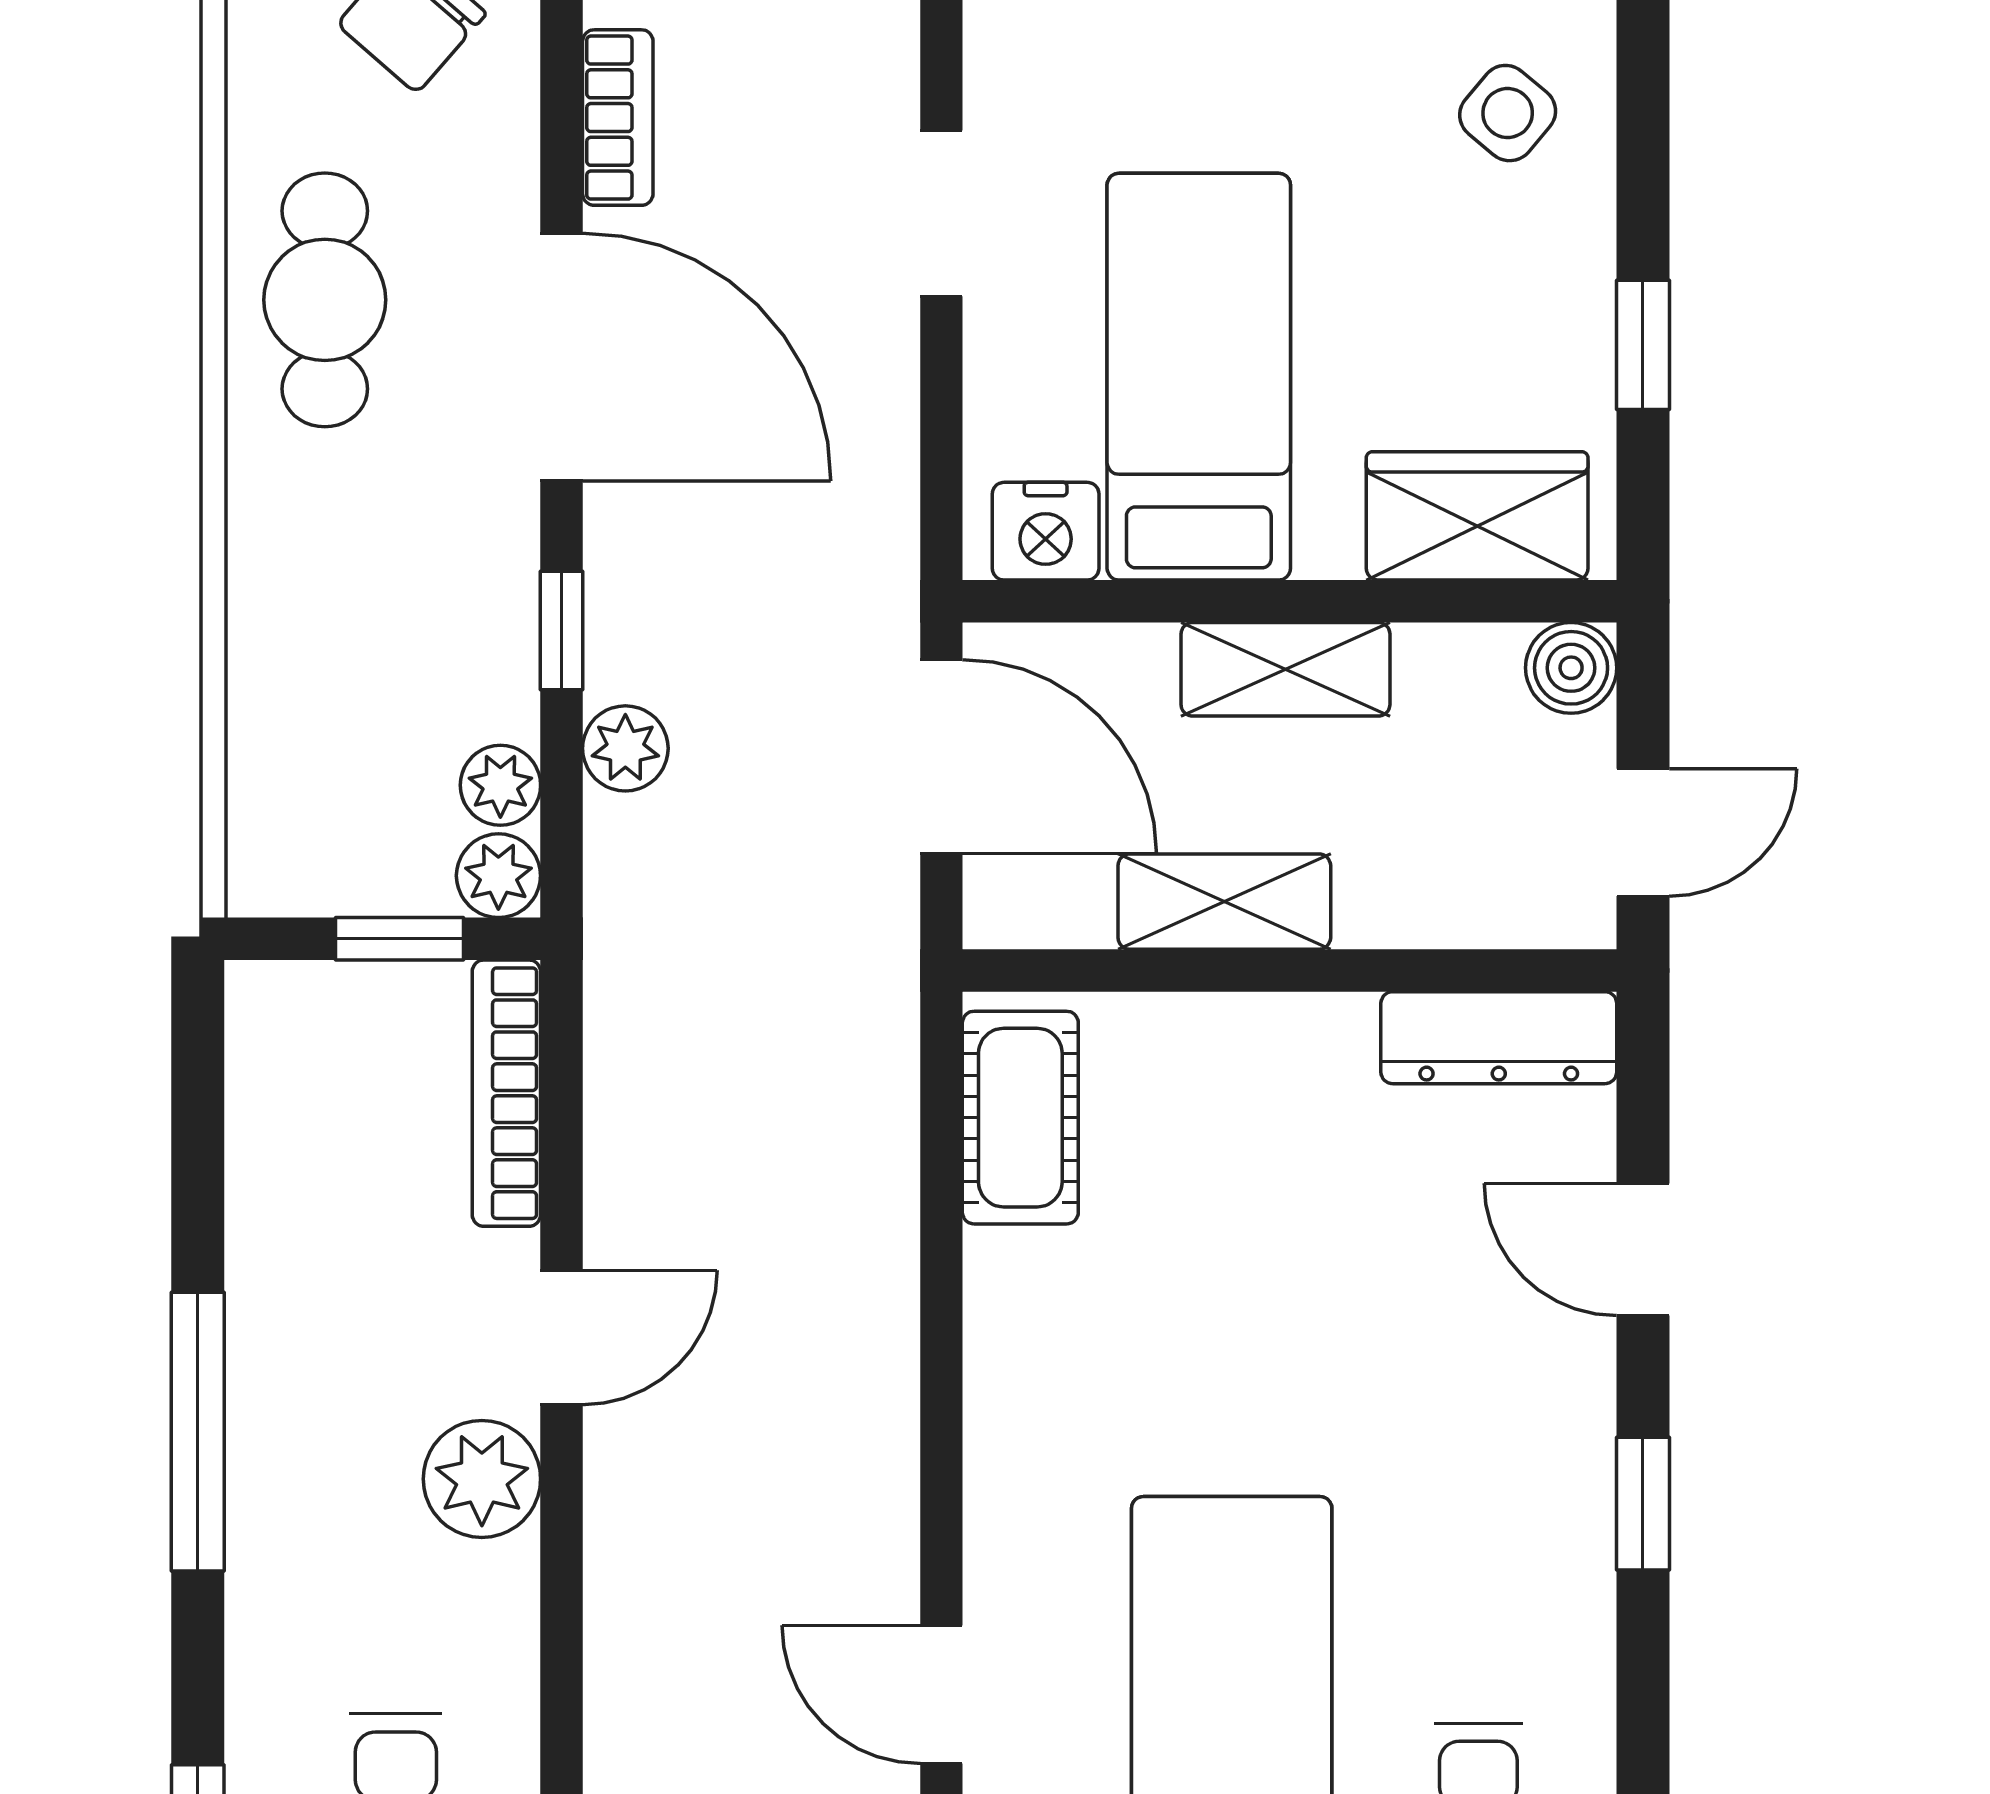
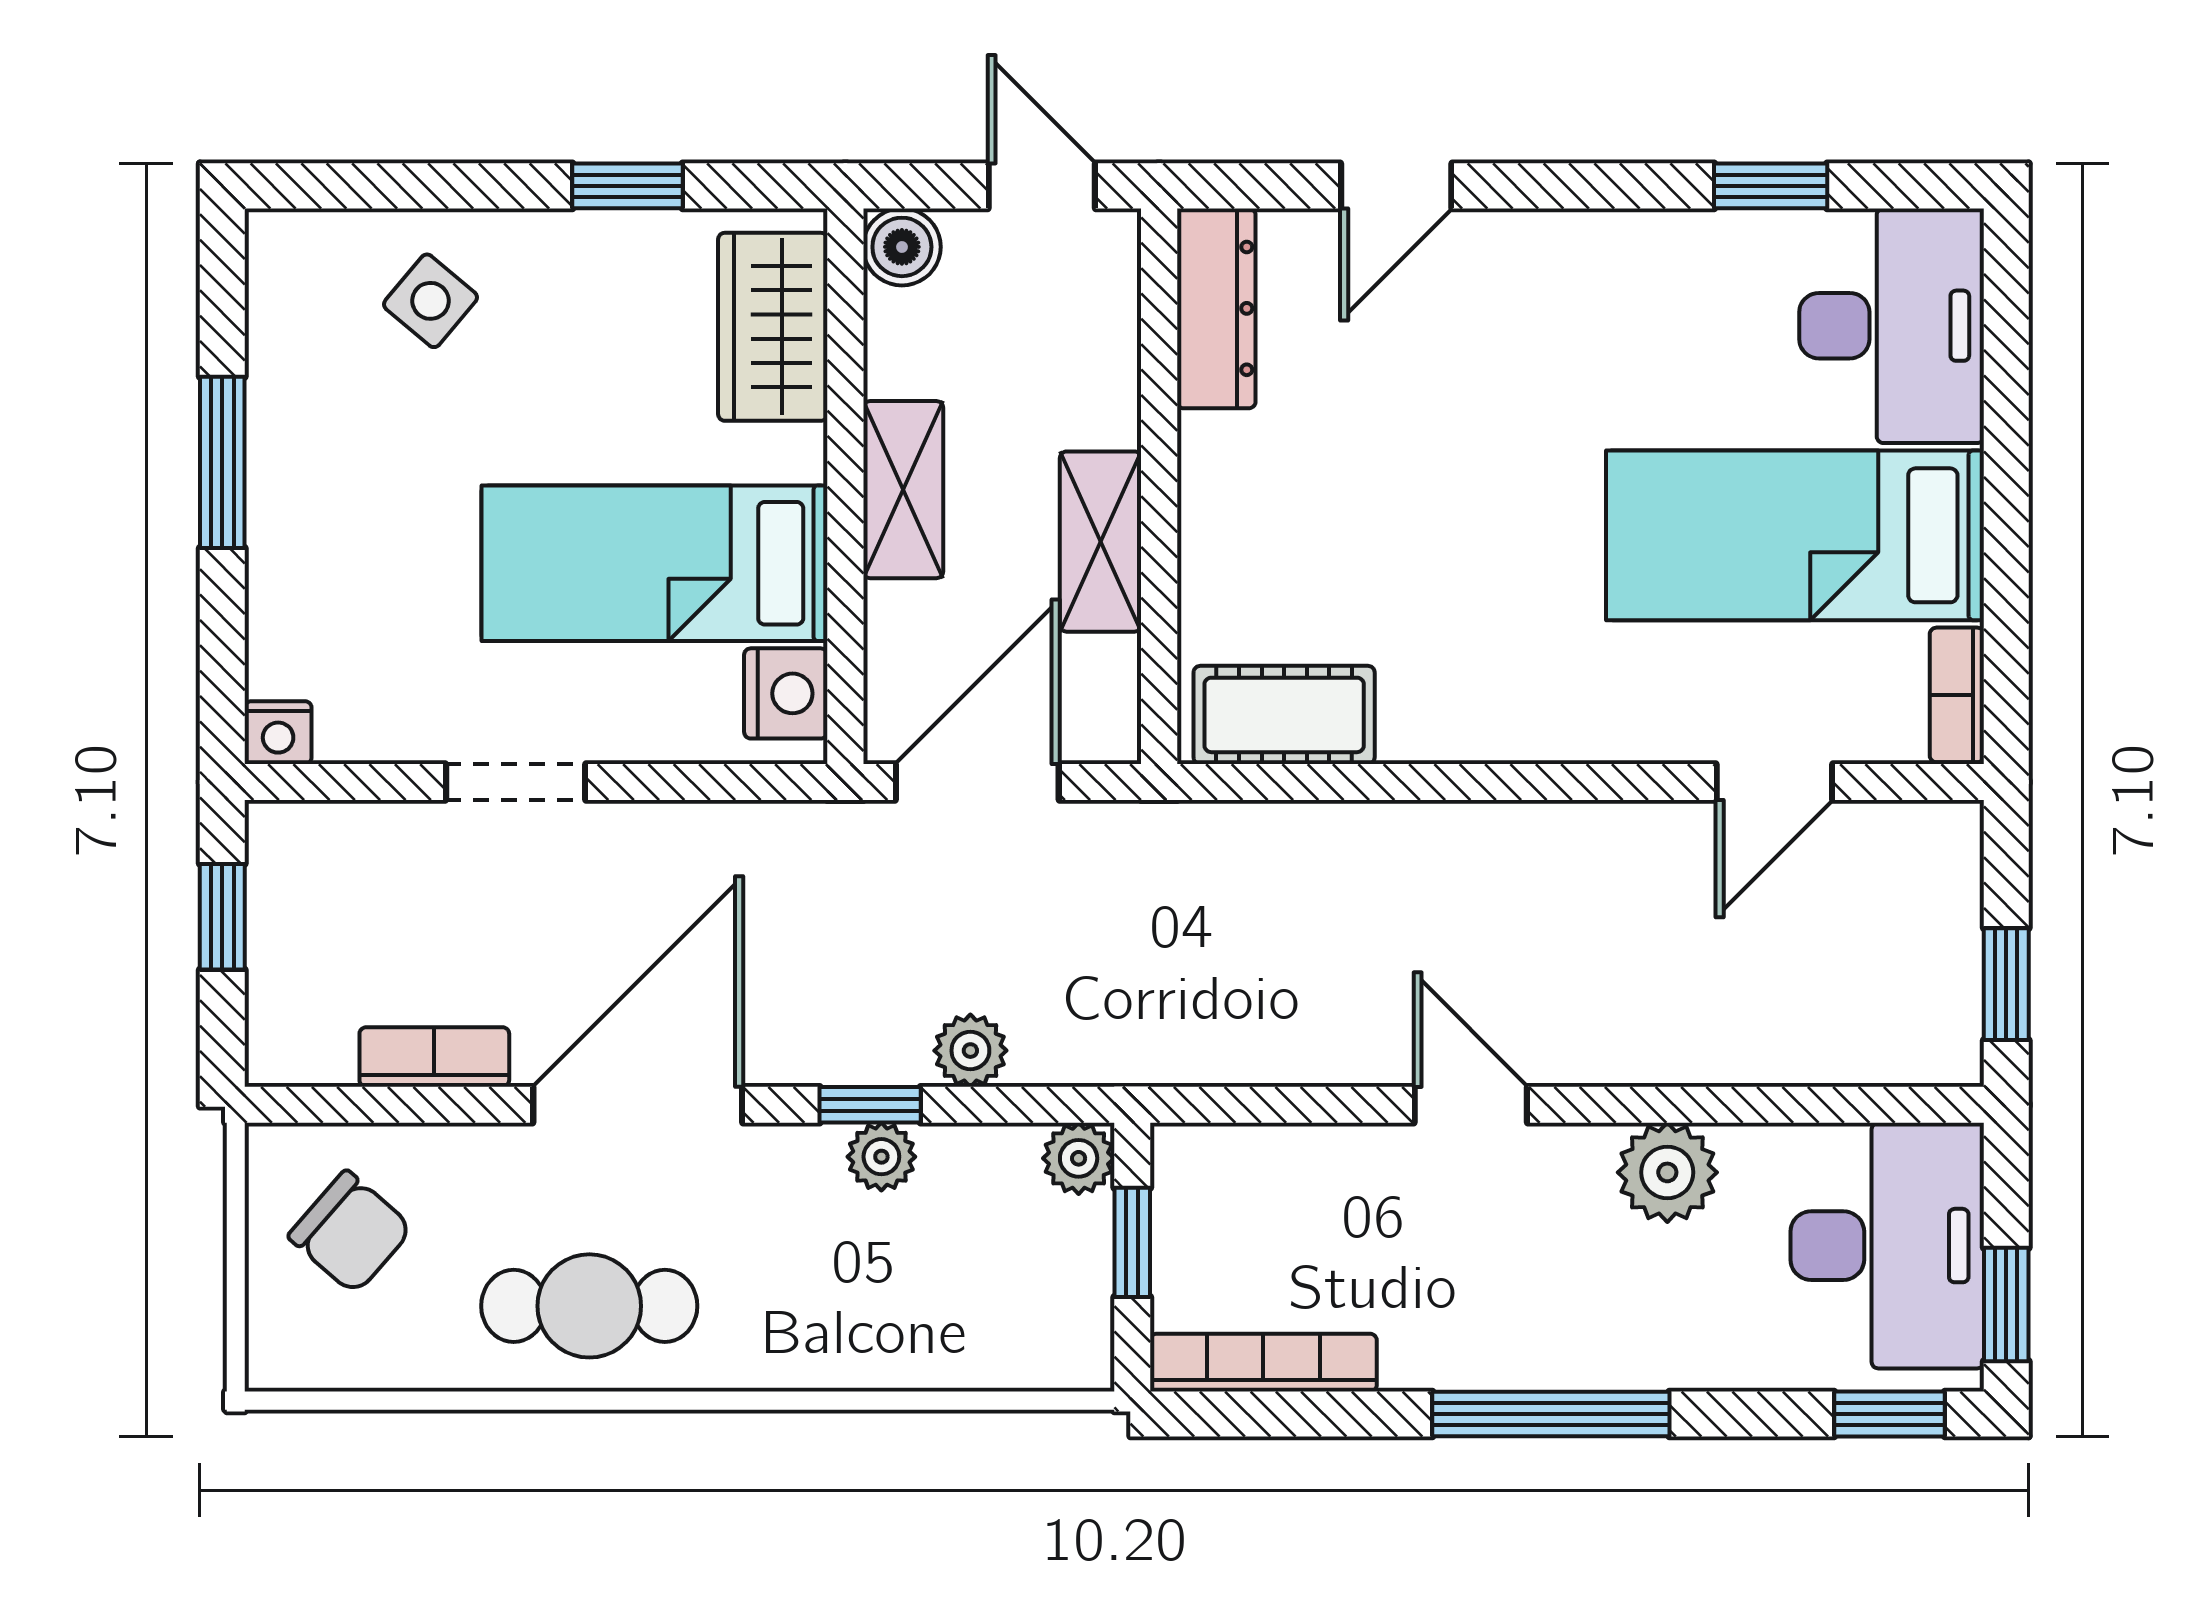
plant: (500, 785) -> (881, 1157), moved
bookcase: (506, 1093) -> (1263, 1363), moved, turned 180
plant: (482, 1479) -> (1667, 1172), moved
window: (1643, 1504) -> (1771, 186), moved

